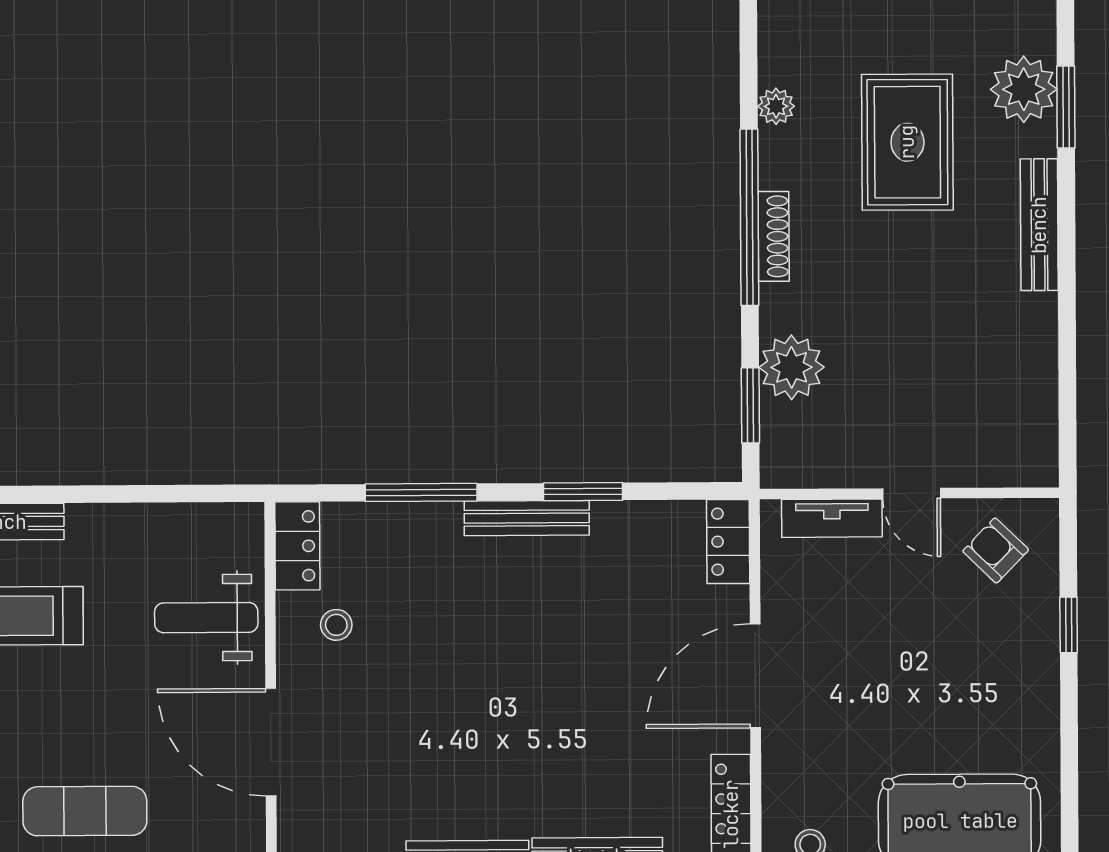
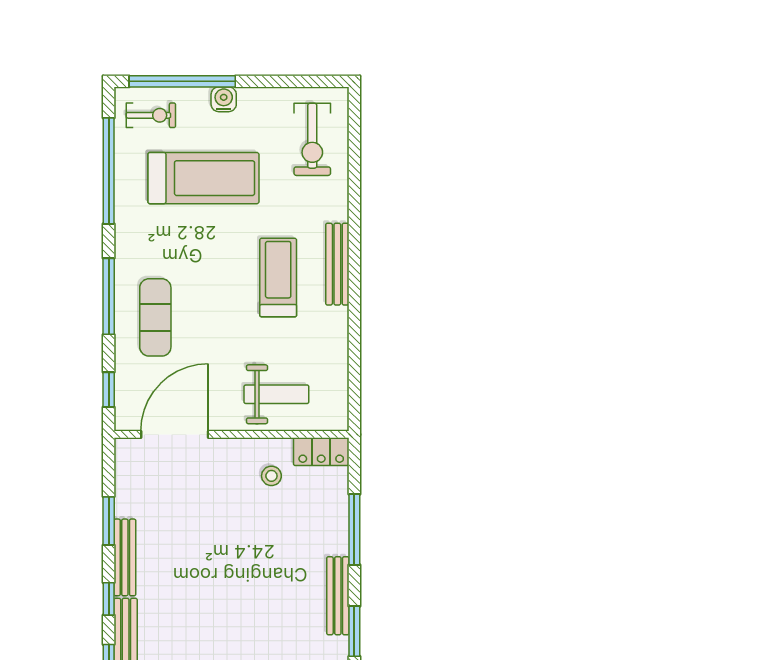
weight bench: (206, 618) -> (276, 394), turned 90
door: (271, 742) -> (175, 434), moved

